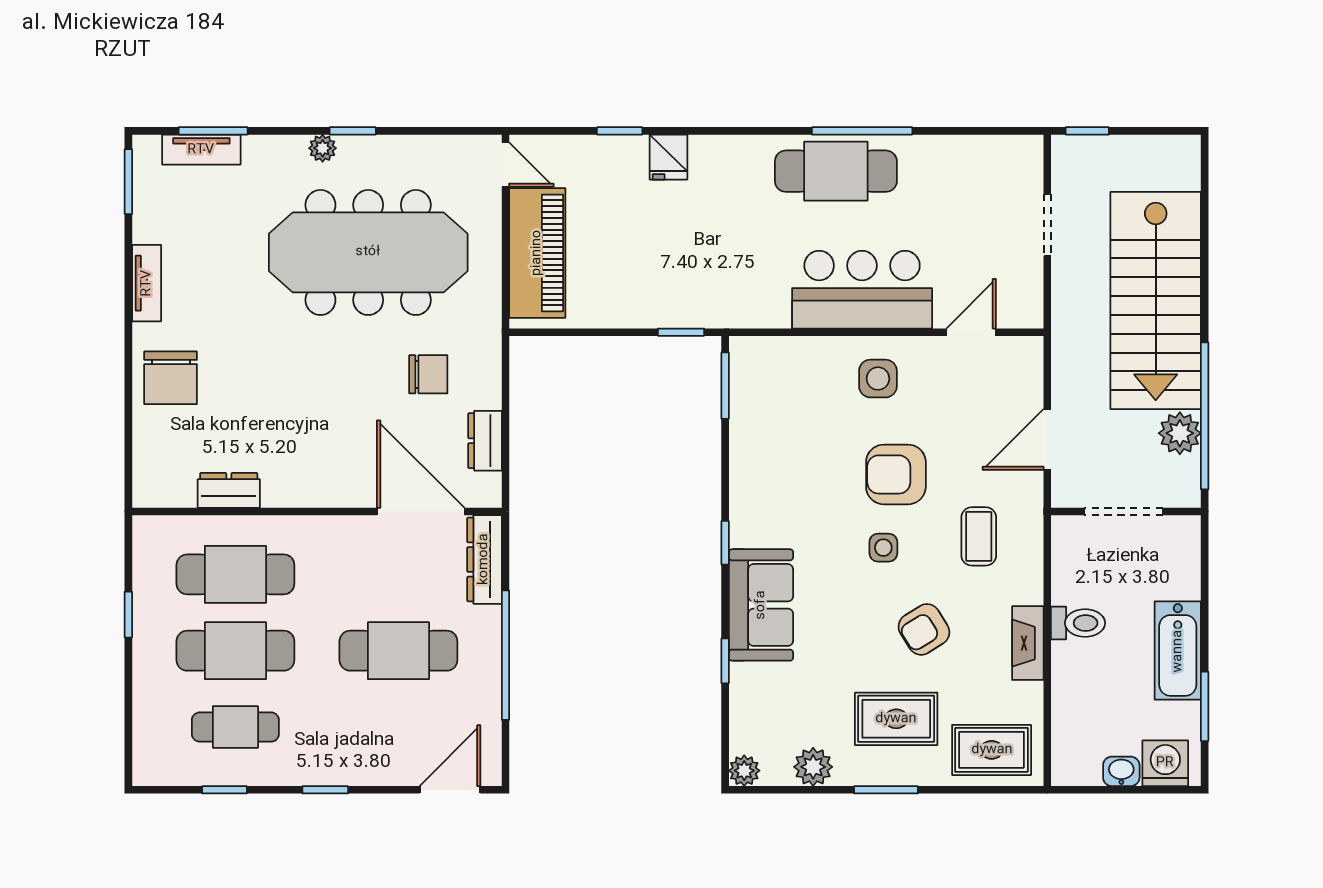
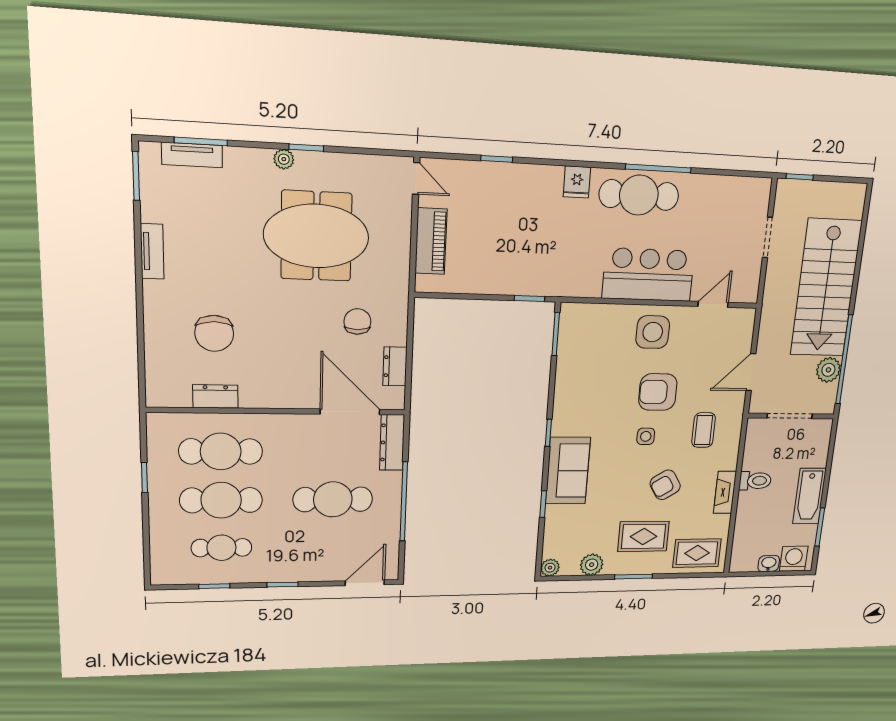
fridge: (668, 157) -> (577, 182), moved
meeting table: (368, 252) -> (316, 236), width x0.73
piano: (537, 253) -> (431, 241), width x0.73, depth x0.75
chair: (428, 374) -> (357, 321), turned -90
chair: (171, 378) -> (214, 333), moved
side table: (878, 379) -> (653, 332), width x1.37, depth x1.37

